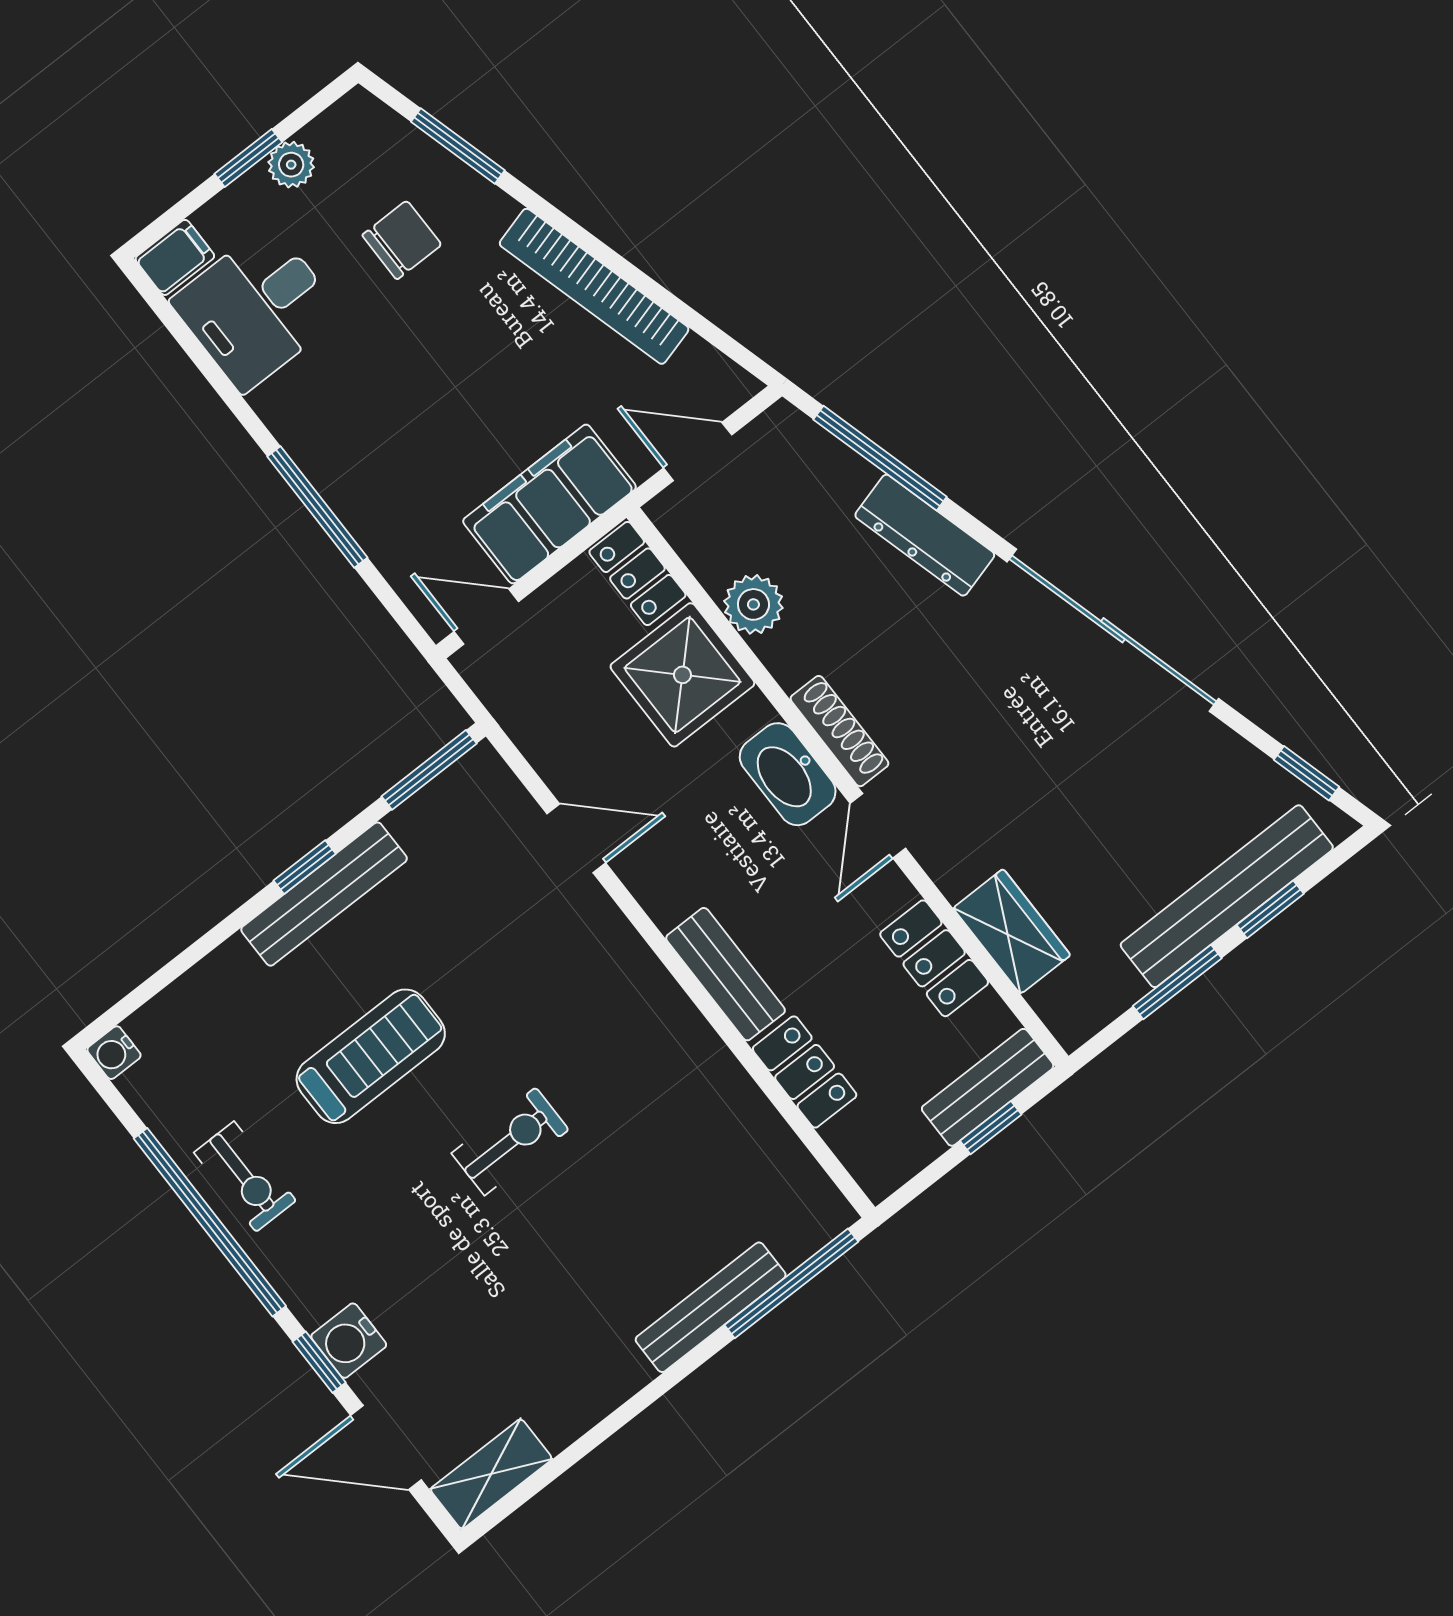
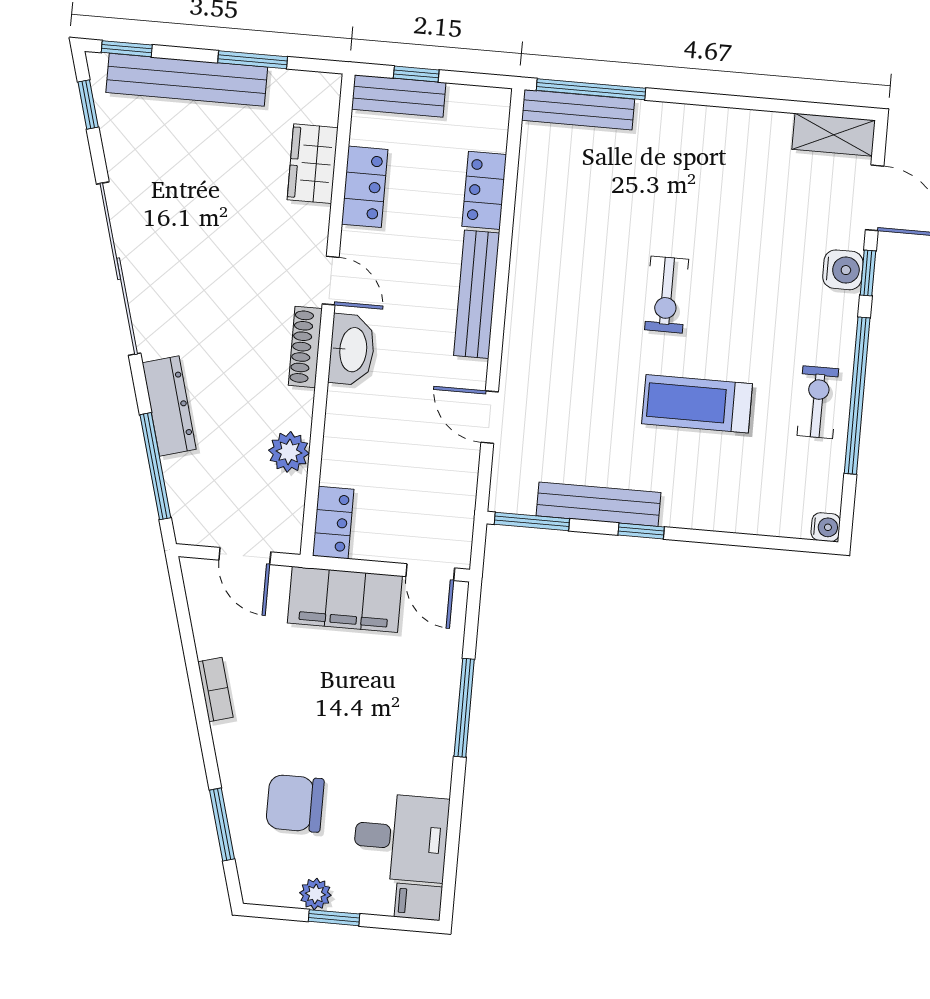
chair: (402, 240) -> (295, 803), width x1.37, depth x1.37
bookcase: (594, 286) -> (215, 690), width x0.43, depth x0.76
shower: (682, 675) -> (358, 450), removed
door: (878, 826) -> (331, 281), hinge flipped
bench: (324, 894) -> (598, 504), moved
window: (1270, 909) -> (127, 49), moved
bench: (726, 974) -> (477, 294), width x1.36
exercise bike: (510, 1141) -> (667, 295), turned -90
bench: (711, 1307) -> (578, 110), moved

